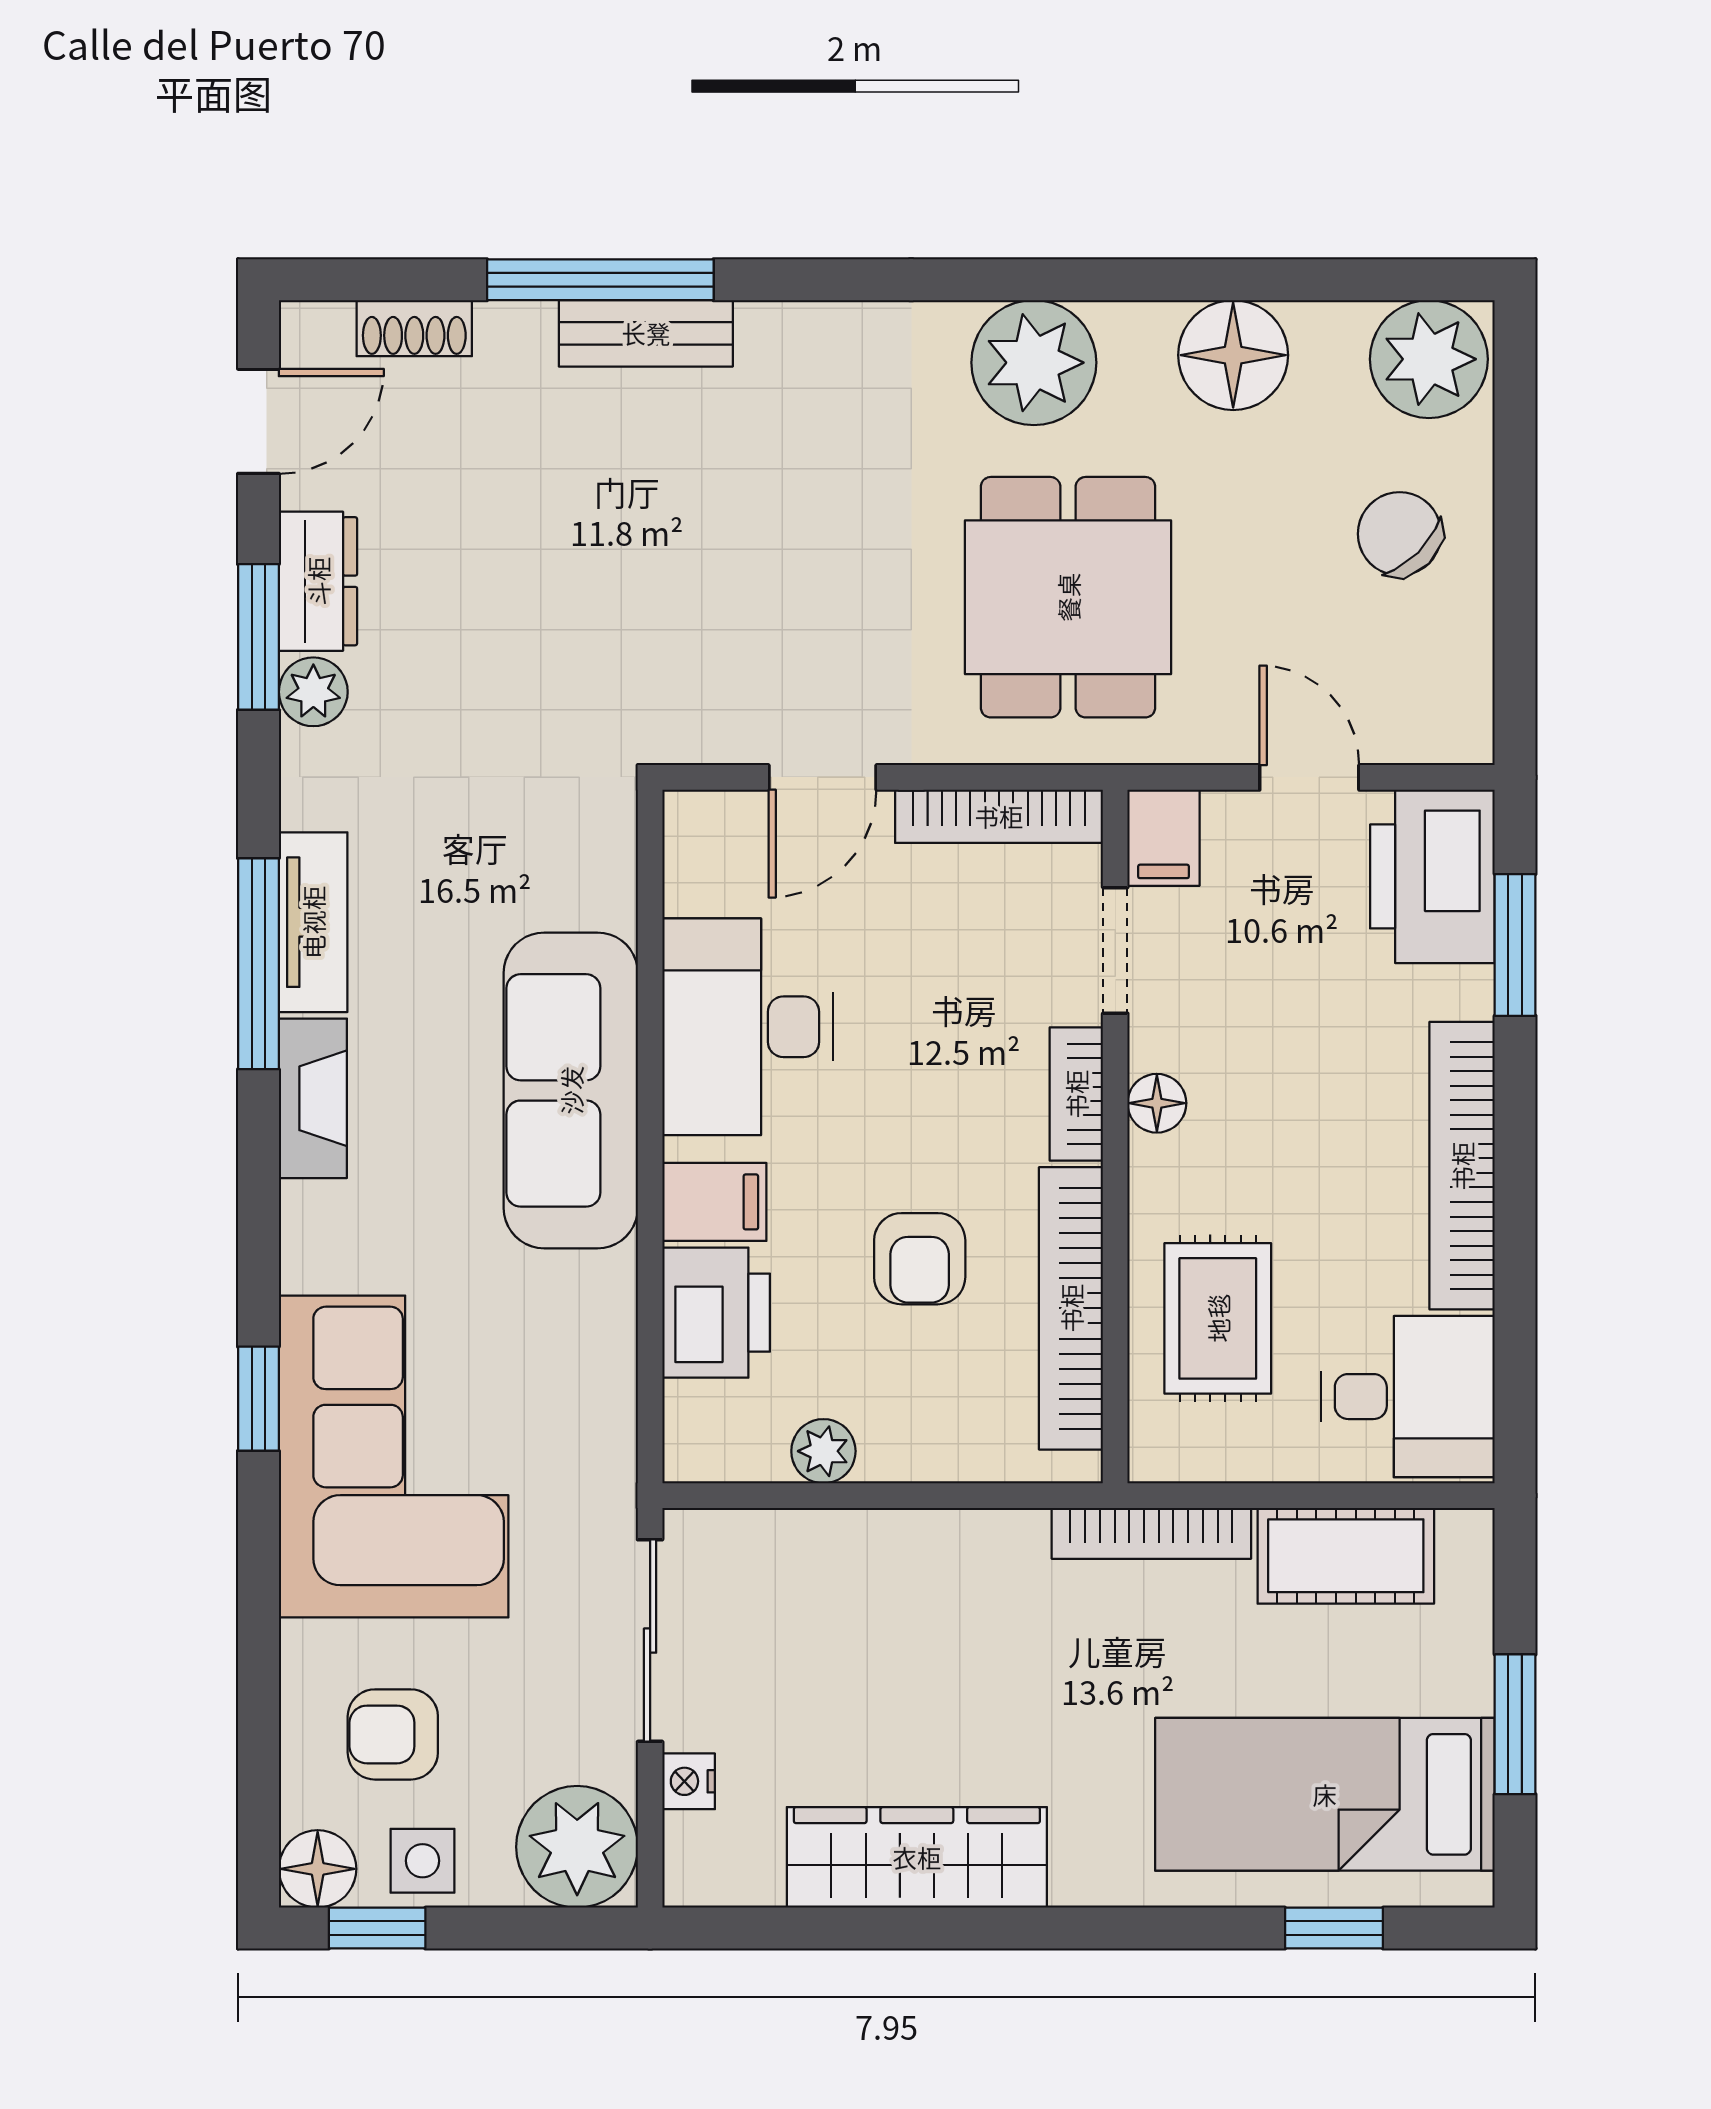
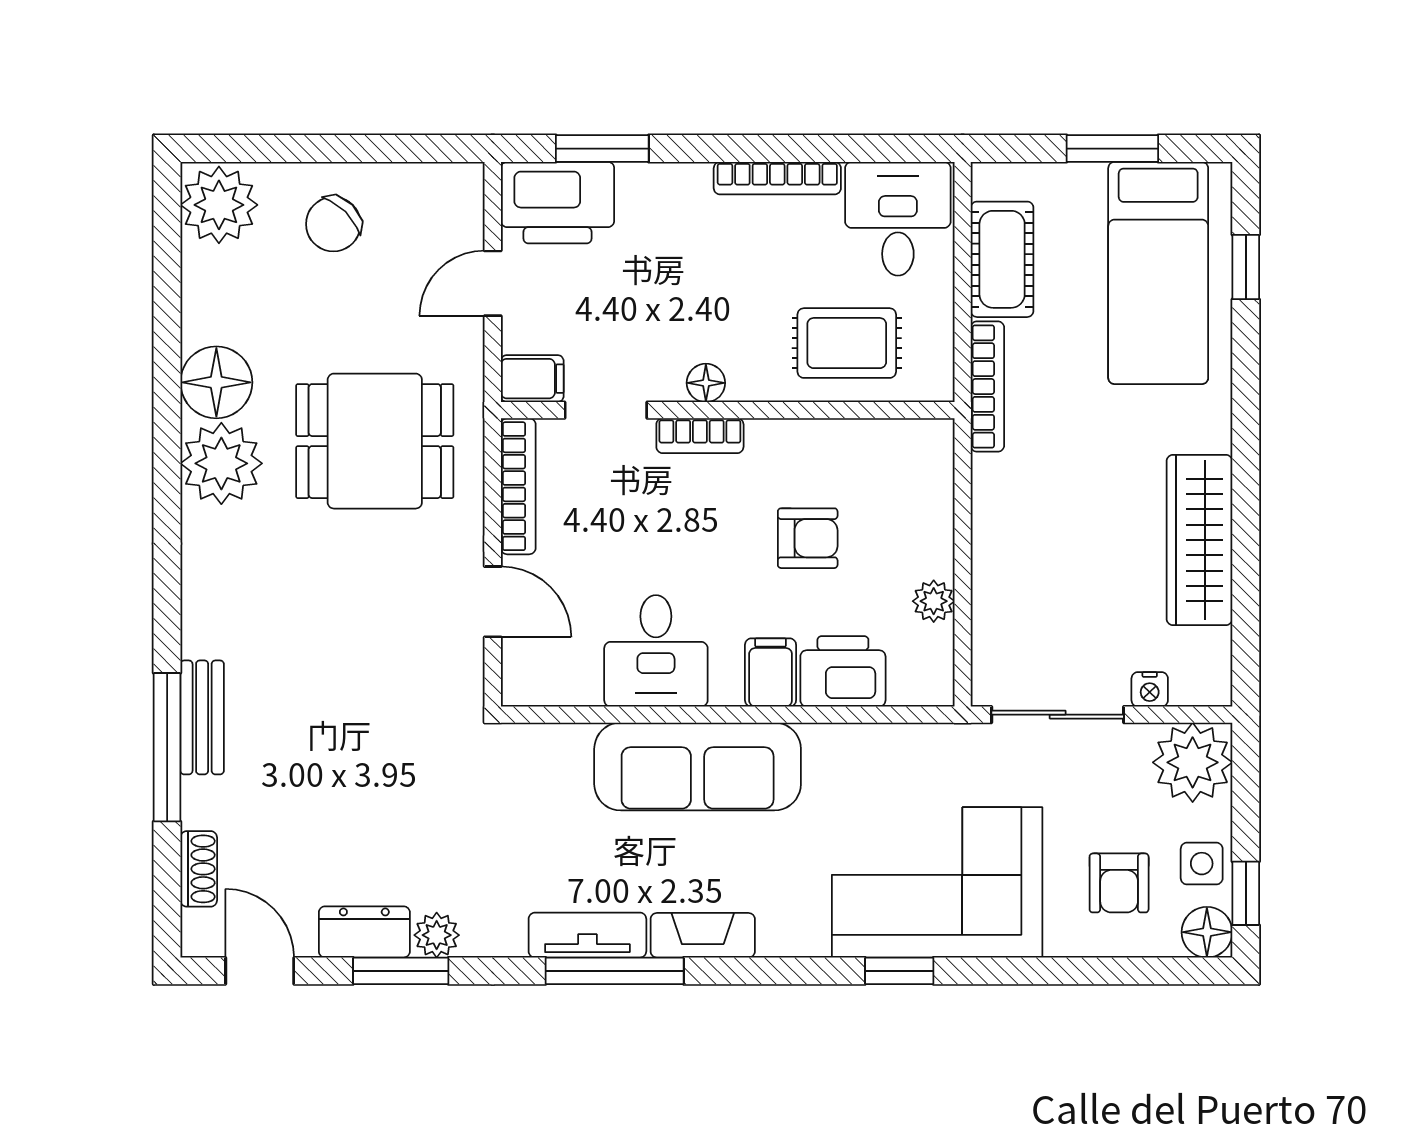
floor lamp: (1233, 355) -> (216, 382), moved
desk: (747, 1027) -> (656, 651), width x0.73
bookcase: (1462, 1166) -> (777, 178), width x0.68, depth x0.76
bookcase: (1071, 1308) -> (840, 439), removed

